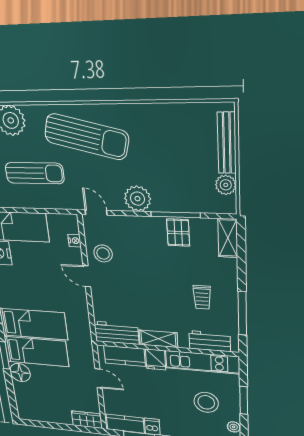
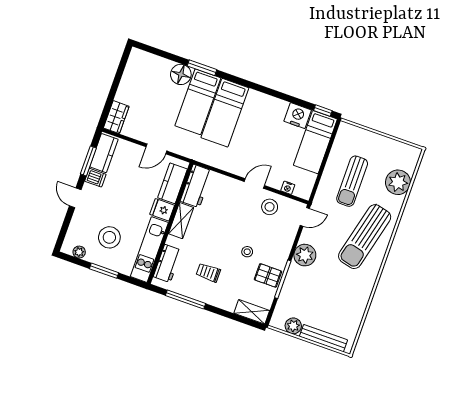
stool: (161, 263) -> (247, 252), added

